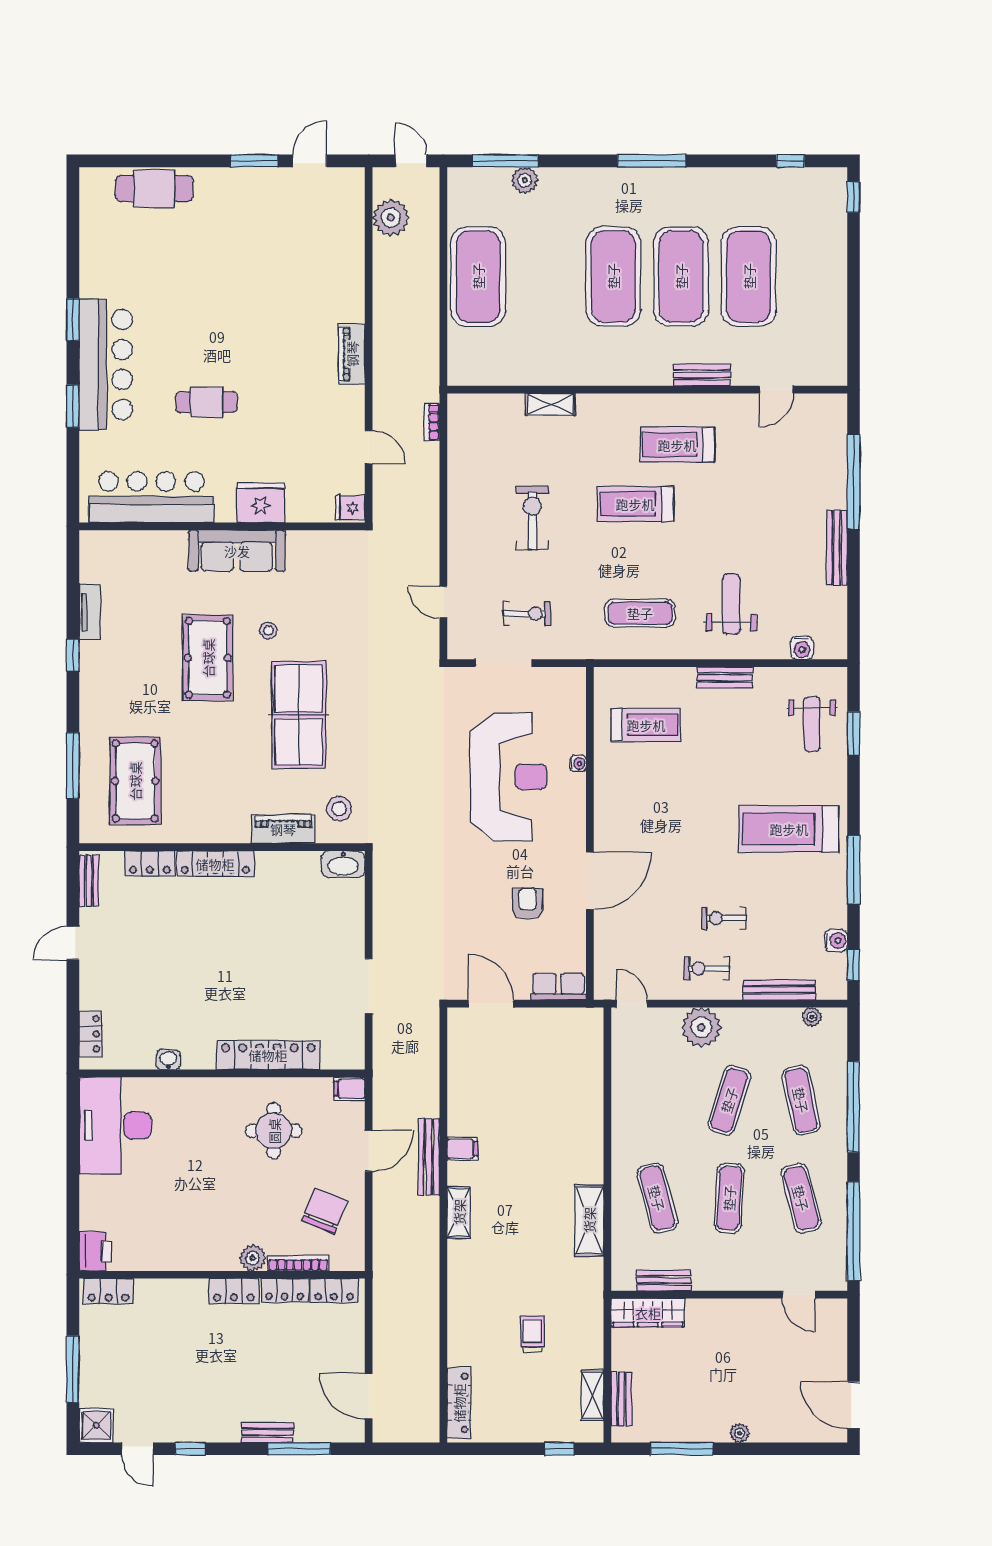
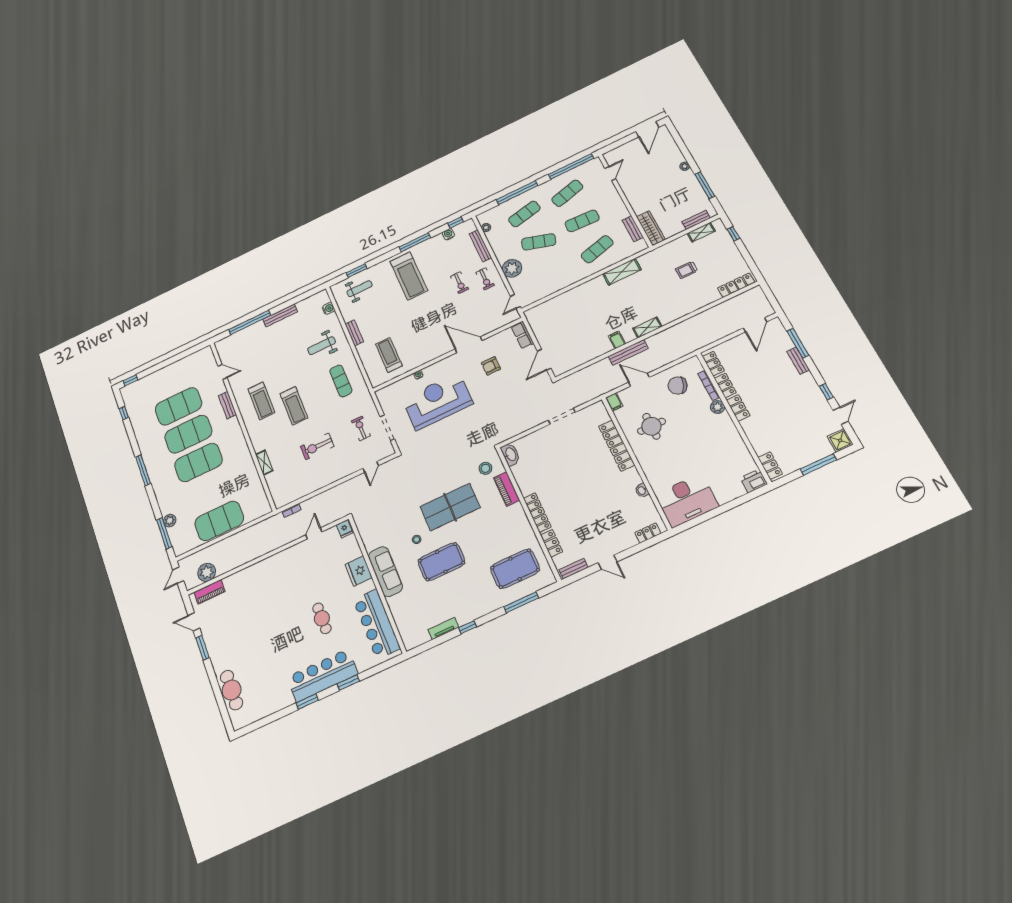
piano: (352, 354) -> (209, 592), moved

